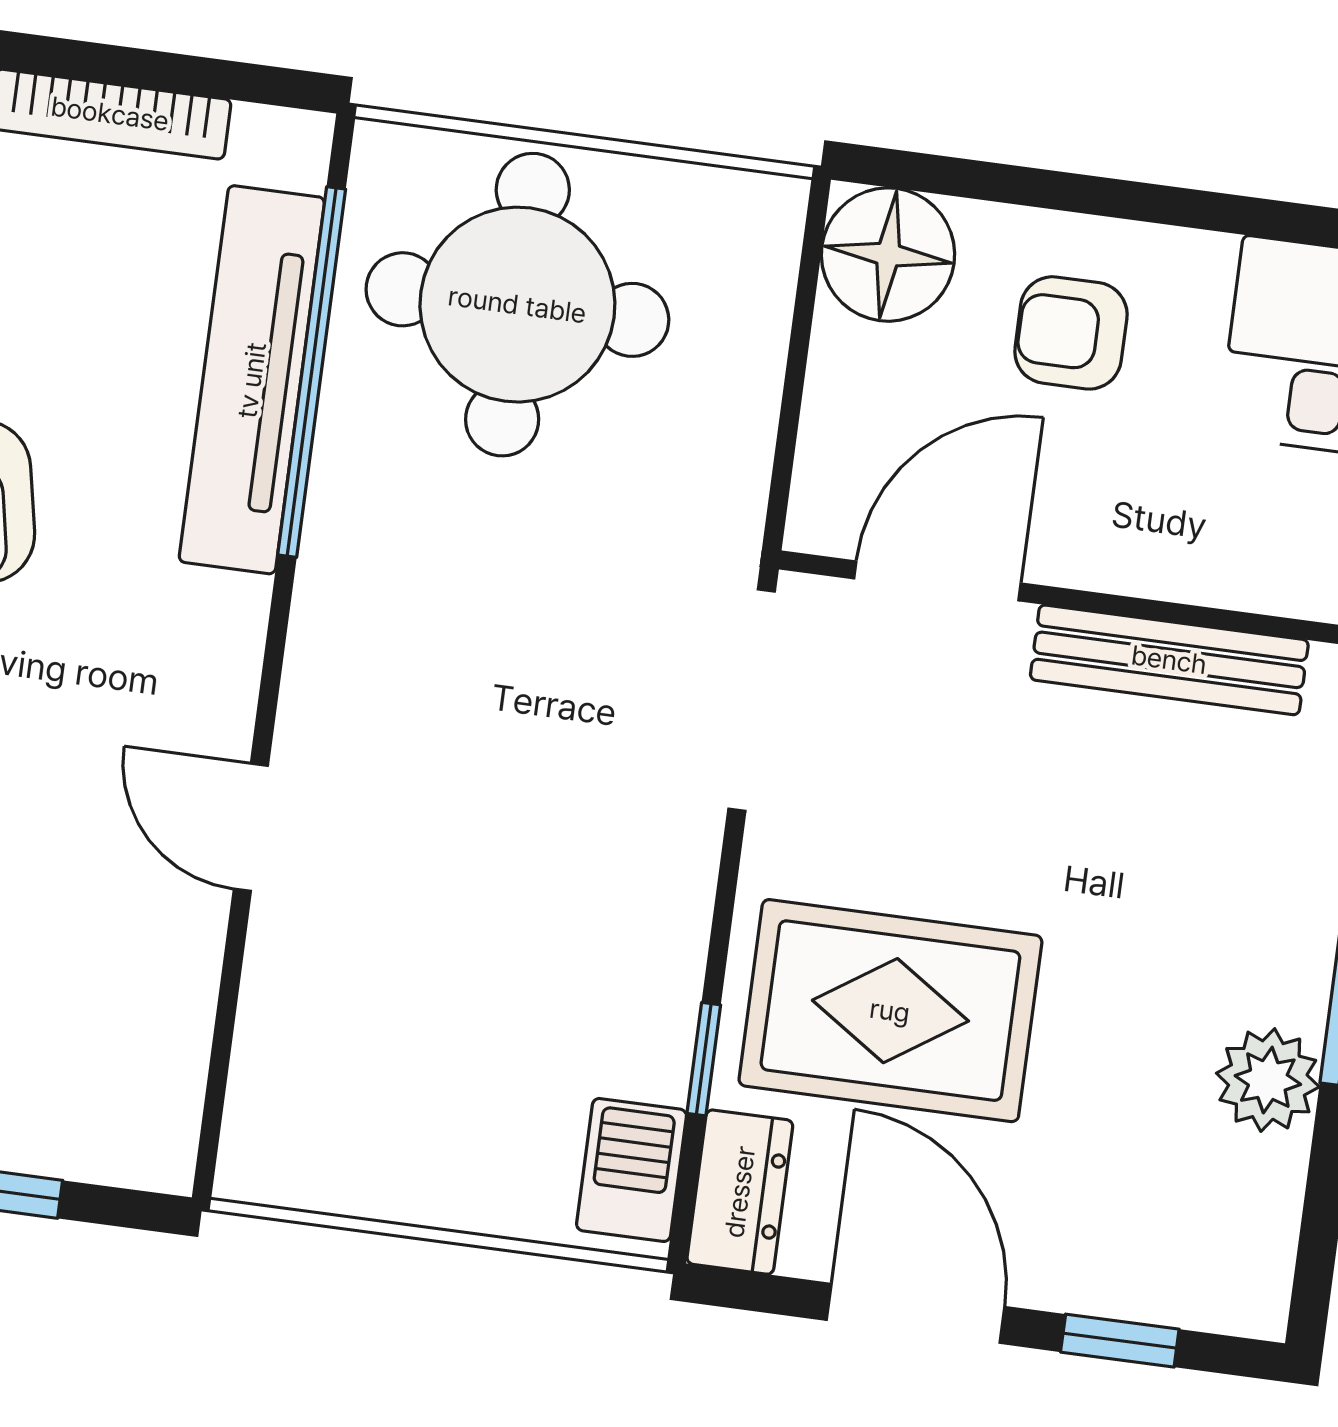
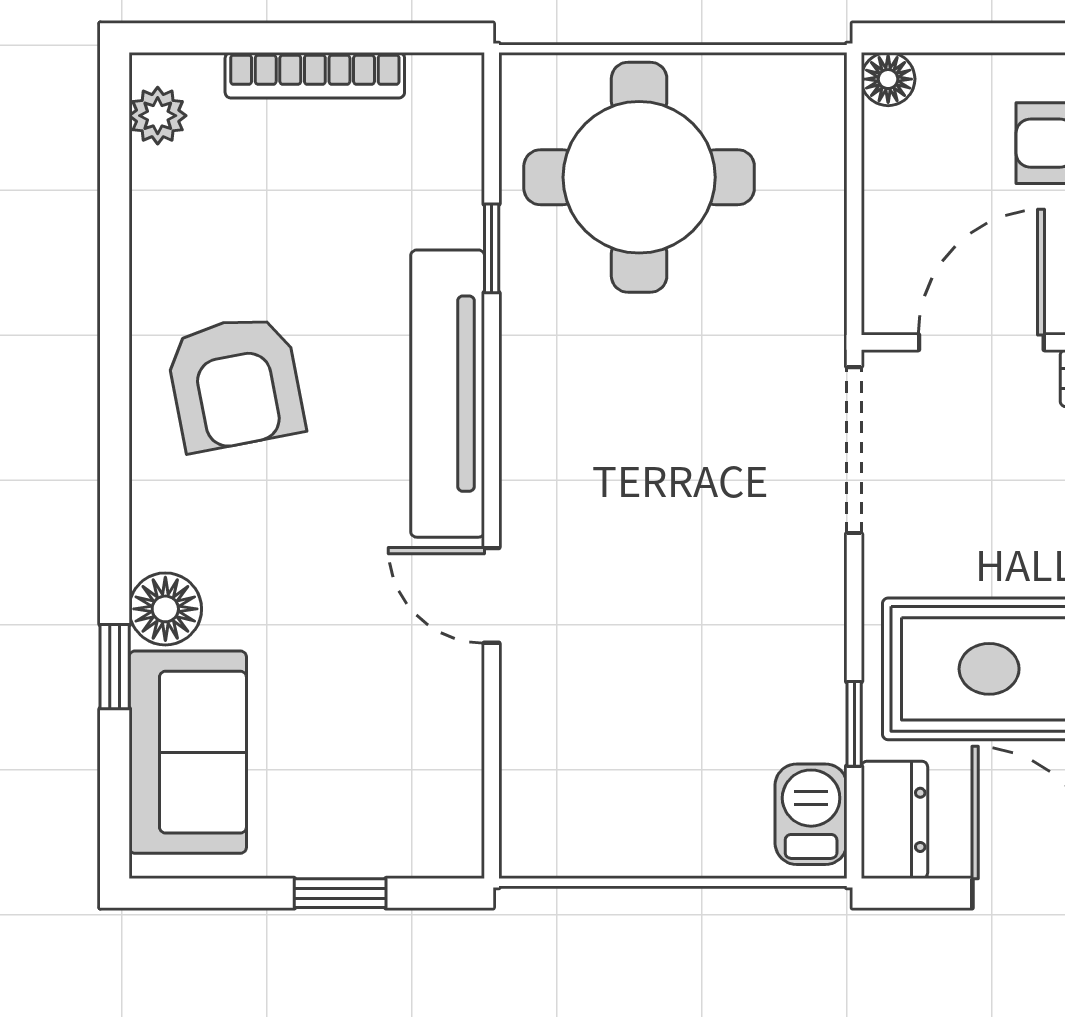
floor lamp: (888, 255) -> (888, 79), width x0.53, depth x0.53
window: (312, 372) -> (492, 248), width x0.32
tv unit: (252, 380) -> (448, 394), moved

